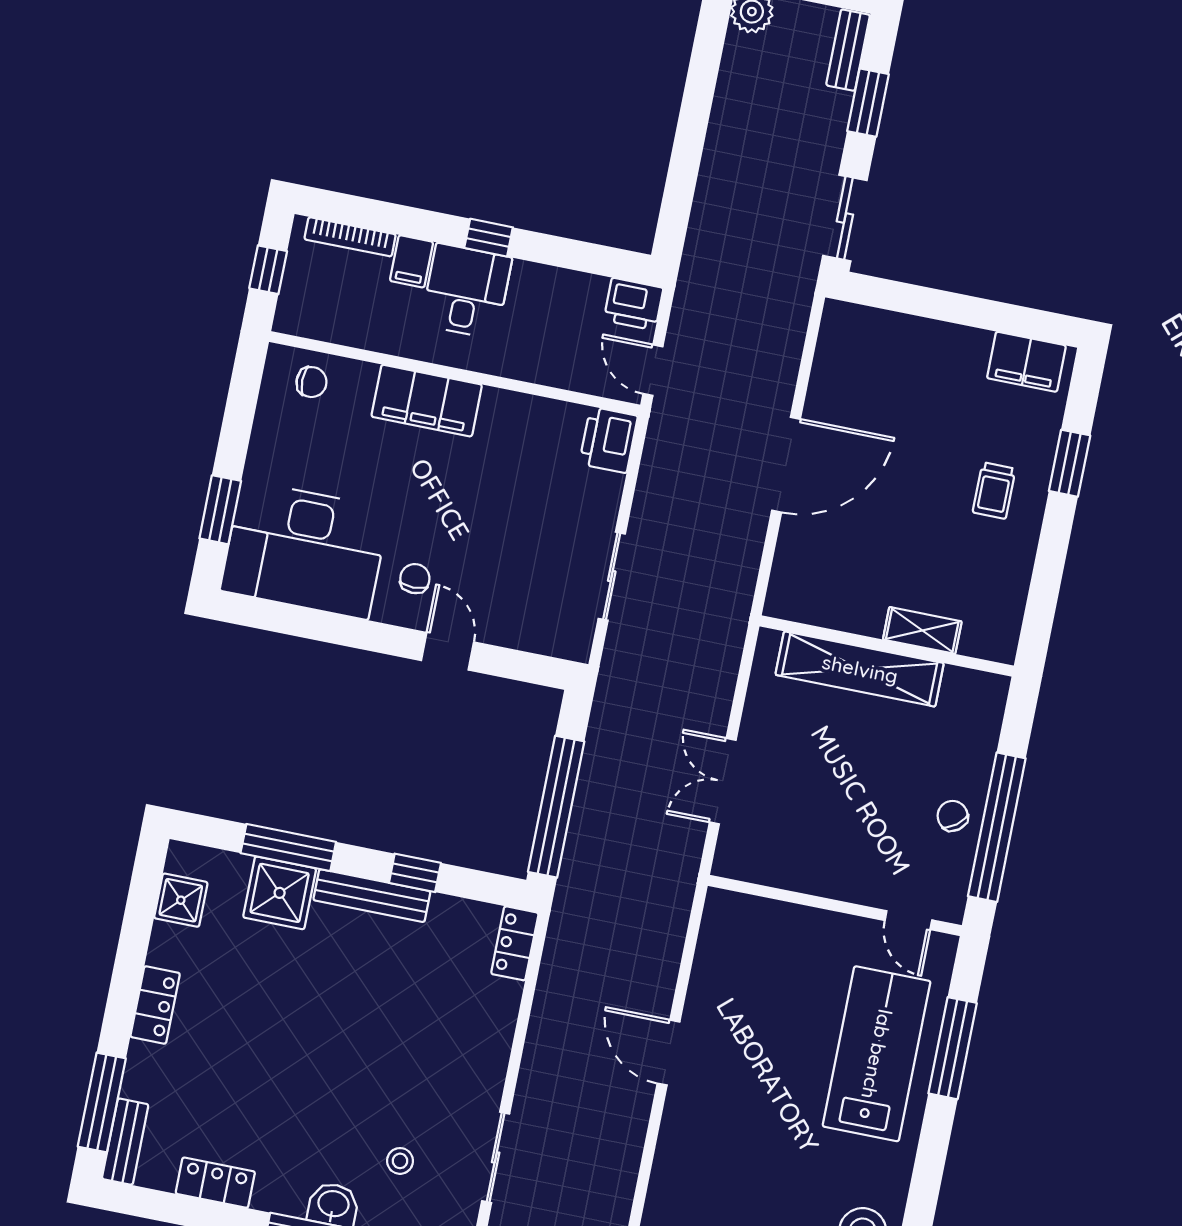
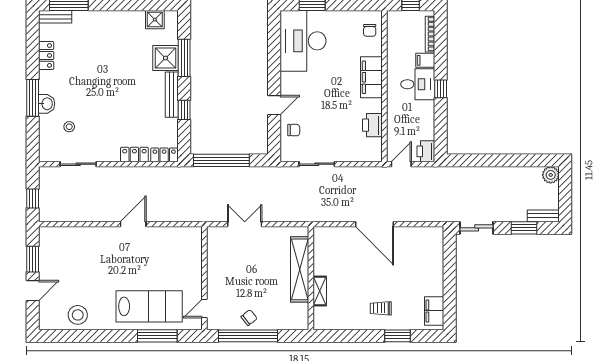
printer: (608, 440) -> (372, 125), moved, turned -90
chair: (415, 579) -> (294, 130), moved
locker: (155, 1005) -> (134, 155), moved, turned 180

